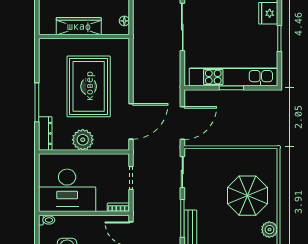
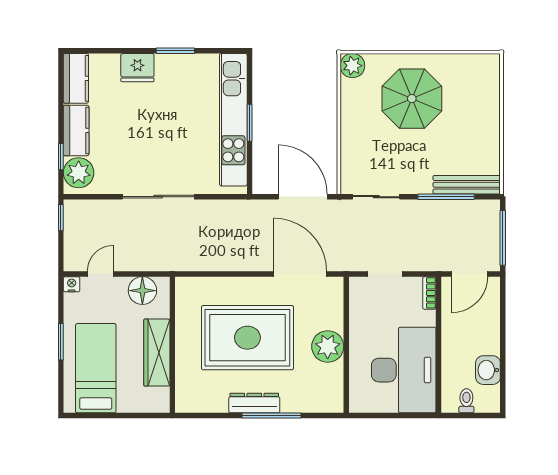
floor lamp: (124, 21) -> (142, 291), width x1.89, depth x1.89
dresser: (45, 133) -> (254, 403), moved
toilet: (47, 220) -> (466, 401), moved
plant: (269, 230) -> (352, 66), moved

